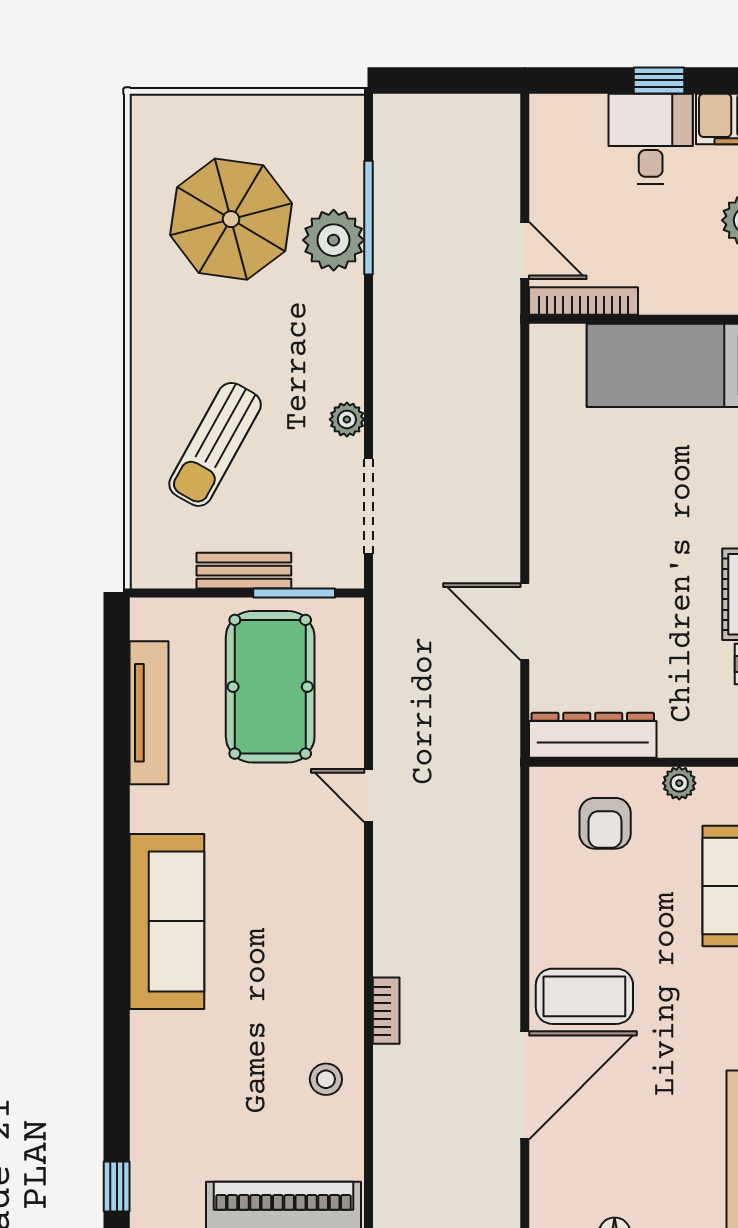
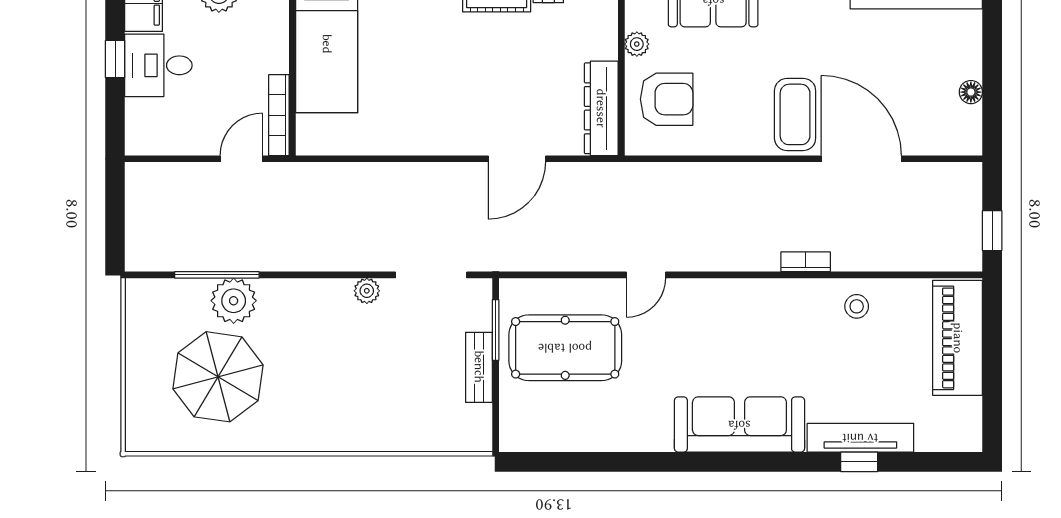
sun lounger: (215, 444) -> (385, 389), removed
tv unit: (149, 713) -> (860, 438), moved
armchair: (605, 823) -> (667, 99), width x1.38, depth x1.38
window: (117, 1187) -> (859, 462), moved

